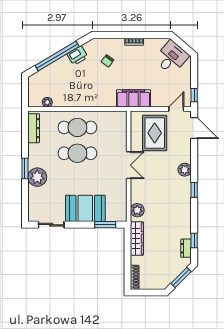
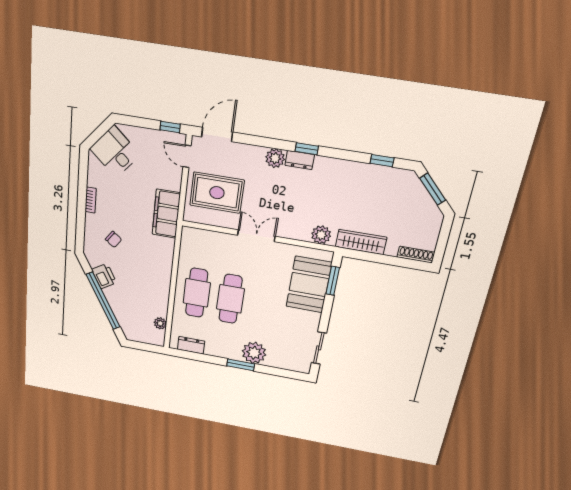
dresser: (34, 128) -> (191, 345), width x0.70
booth: (85, 208) -> (309, 285), moved
dresser: (186, 248) -> (300, 160), moved

